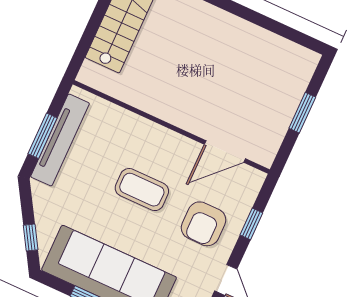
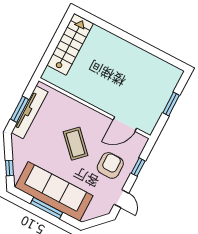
coffee table: (142, 190) -> (76, 144), turned 46
armchair: (204, 224) -> (110, 165), turned 180

